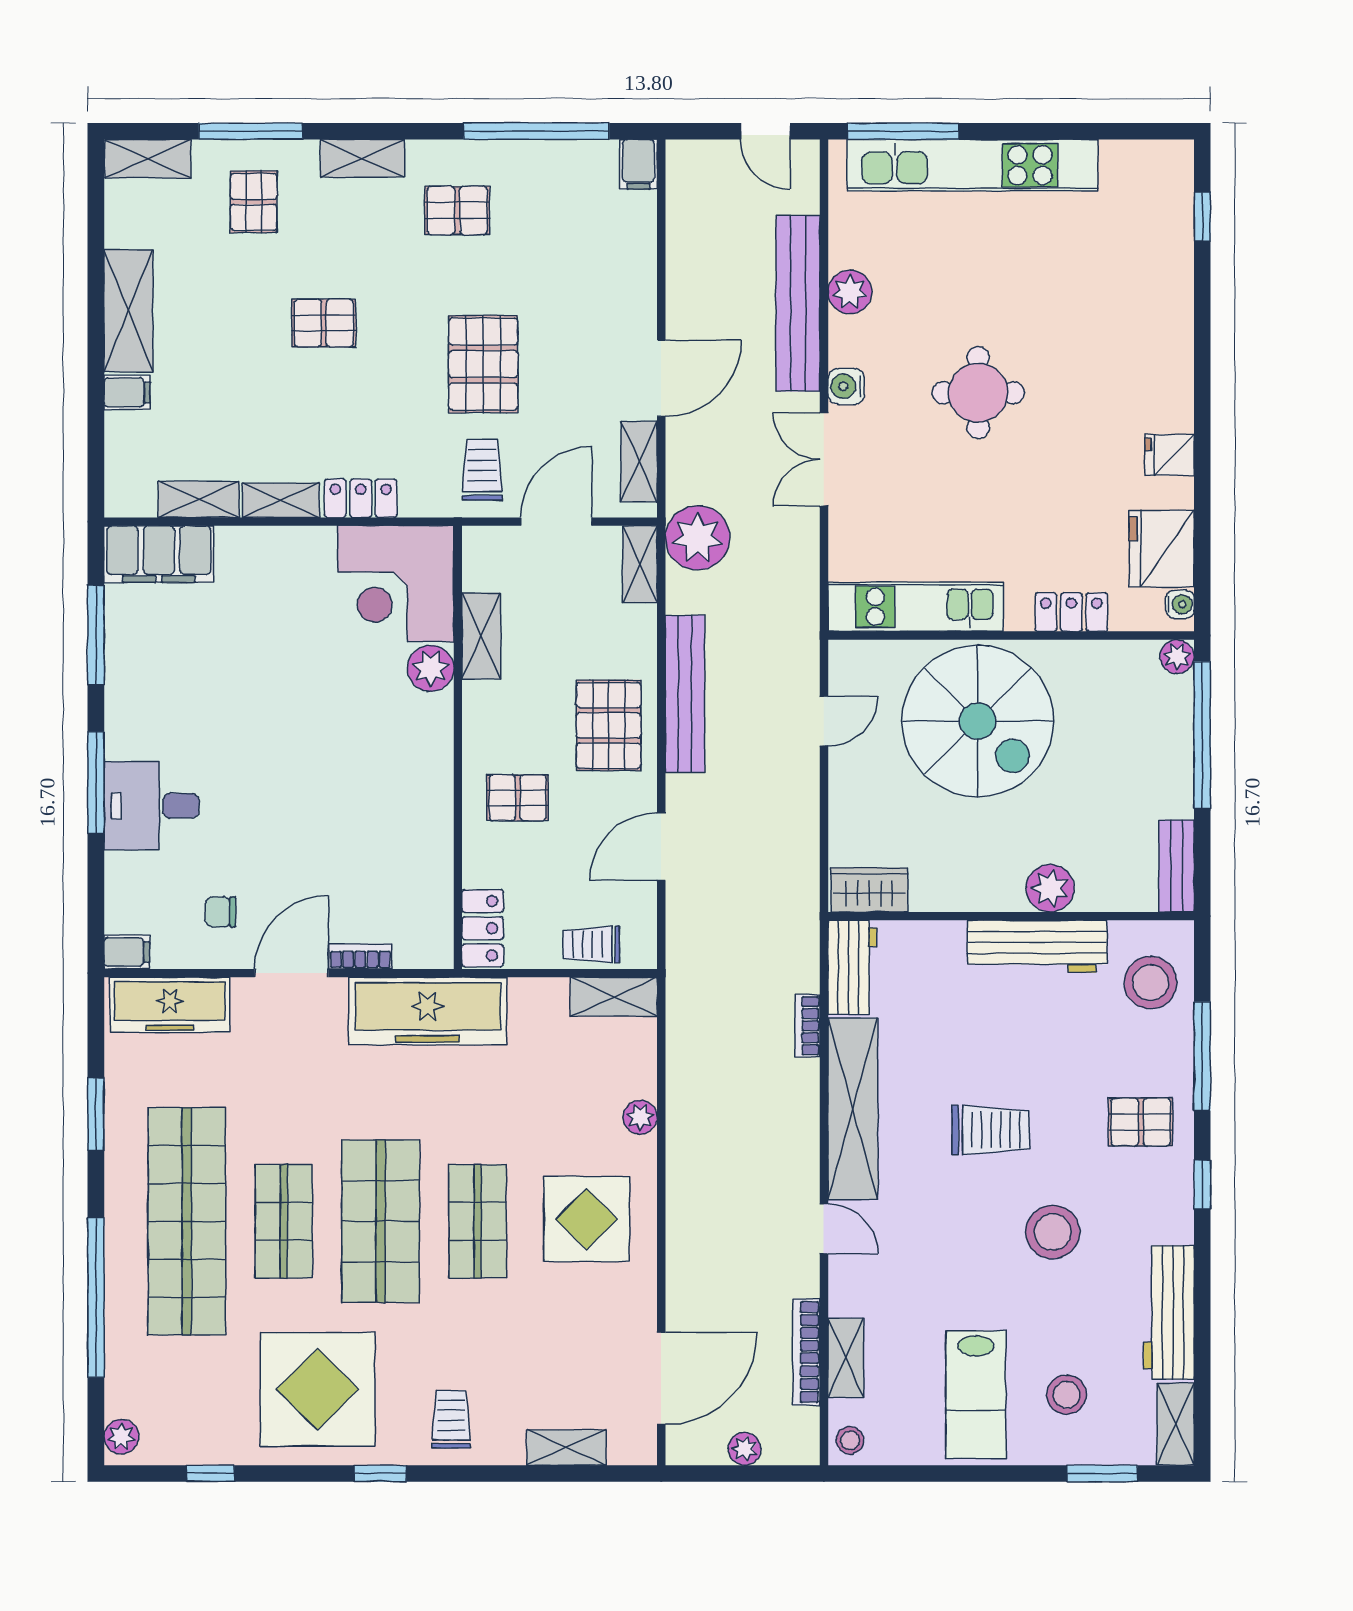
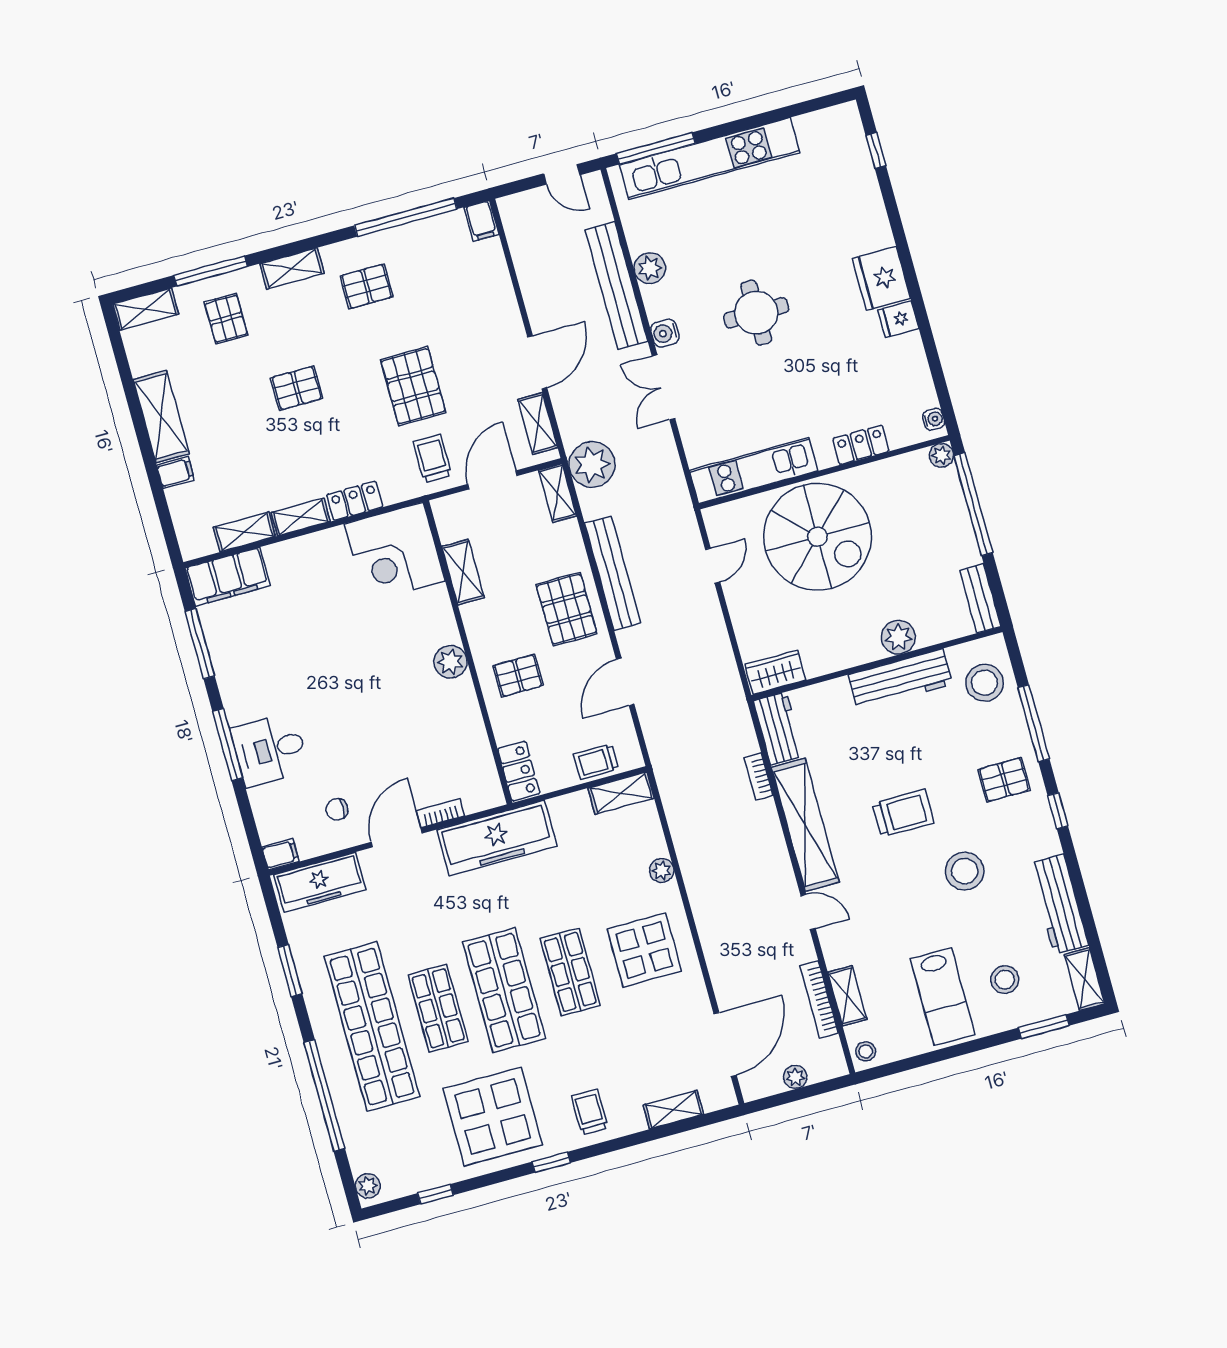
fridge: (1162, 549) -> (881, 278), moved
plant: (431, 668) -> (450, 662), moved

